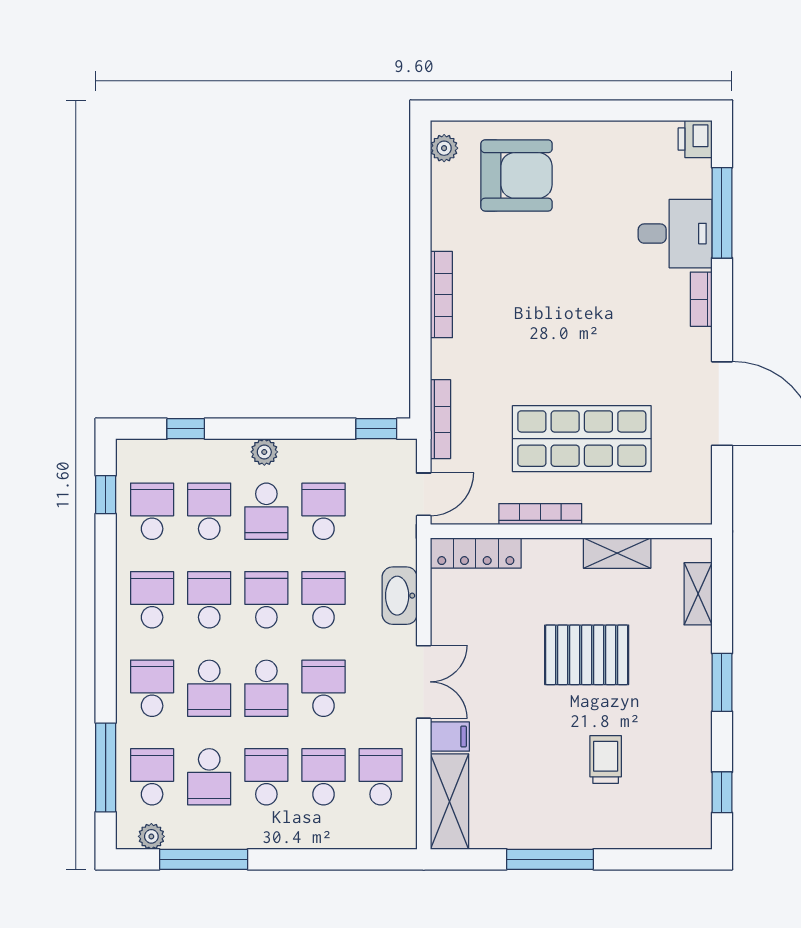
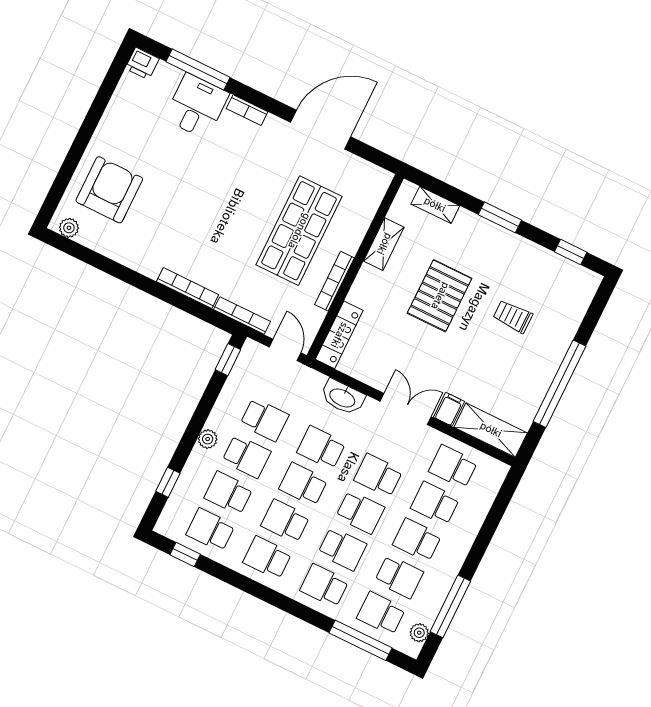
bookcase: (441, 295) -> (188, 288), moved
school desk: (323, 511) -> (264, 420), turned 180
window: (550, 859) -> (560, 384), width x1.46

